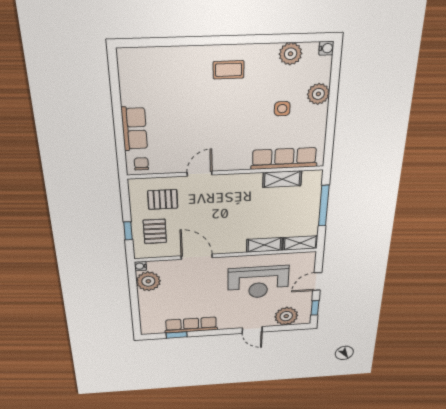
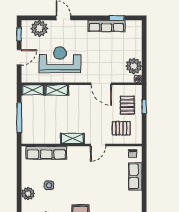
shelving: (282, 179) -> (72, 139), moved

